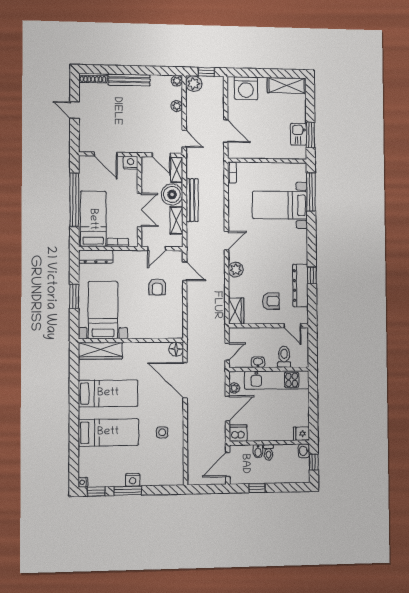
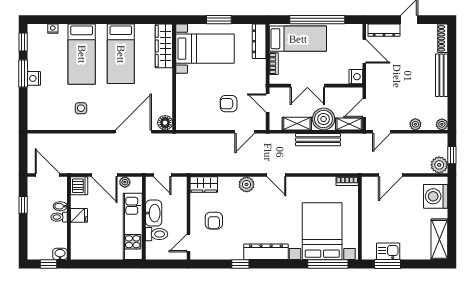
plant: (194, 84) -> (439, 165), moved
dresser: (85, 135) -> (384, 30), added
door: (106, 154) -> (364, 51), swing flipped
bed with nightstands: (280, 205) -> (322, 231), width x1.36
dresser: (300, 285) -> (266, 252), moved
washbasin: (258, 362) -> (154, 213), width x1.91, depth x1.45
fridge: (301, 434) -> (79, 215), moved, turned 90
nightstand: (83, 482) -> (53, 29), moved

